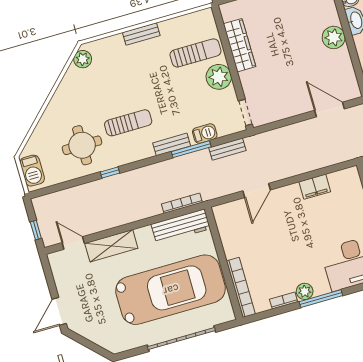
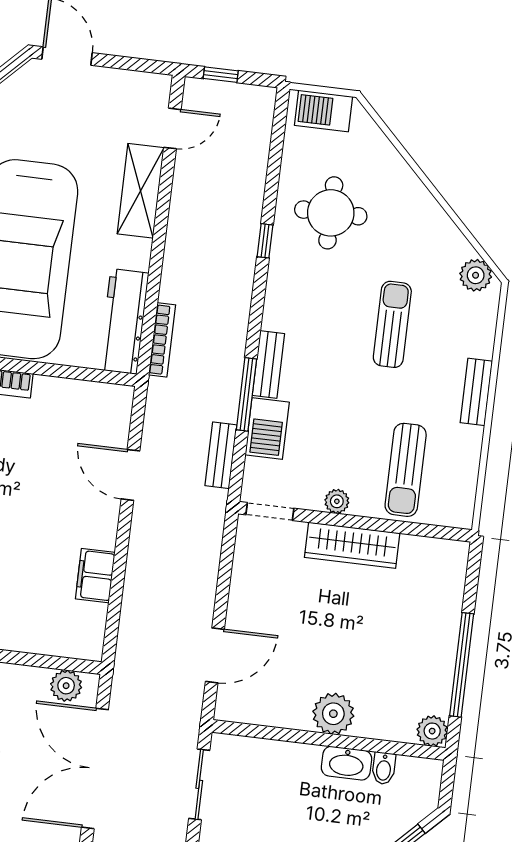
wardrobe: (239, 45) -> (352, 545), moved
plant: (219, 77) -> (337, 501), width x0.53, depth x0.53
sun lounger: (128, 123) -> (392, 324), moved, turned 180
barbecue: (205, 134) -> (267, 429), width x1.38, depth x1.27

